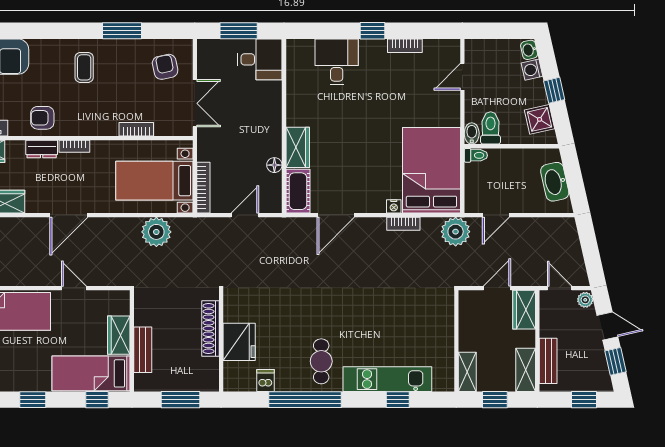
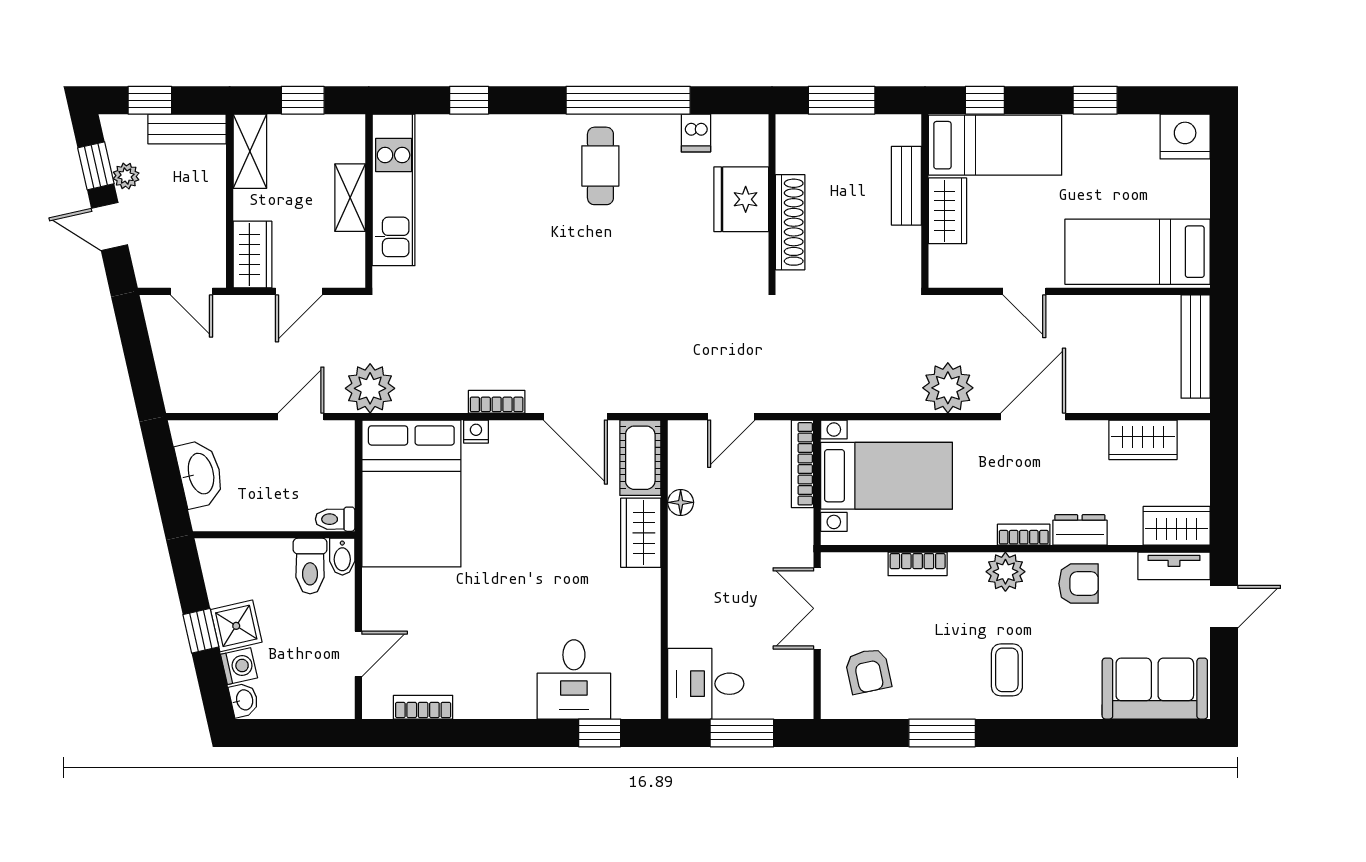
window: (372, 31) -> (600, 733), moved
bookcase: (405, 46) -> (423, 707), moved
shower: (540, 119) -> (236, 626), moved
plant: (85, 125) -> (1005, 572), added
door: (336, 215) -> (575, 417), swing flipped
bookcase: (403, 224) -> (497, 402), moved
plant: (156, 232) -> (948, 388), moved
plant: (585, 300) -> (126, 176), moved
bench: (548, 361) -> (187, 129), moved, turned 90
shelving: (467, 372) -> (350, 198), moved
kitchen unit: (387, 379) -> (394, 190), moved, turned -90

